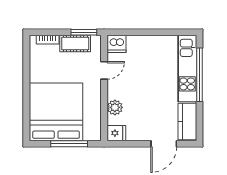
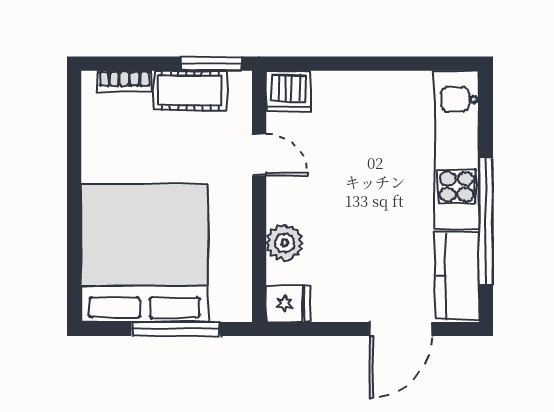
door: (104, 70) -> (259, 155), hinge flipped
window: (200, 75) -> (486, 221), moved

